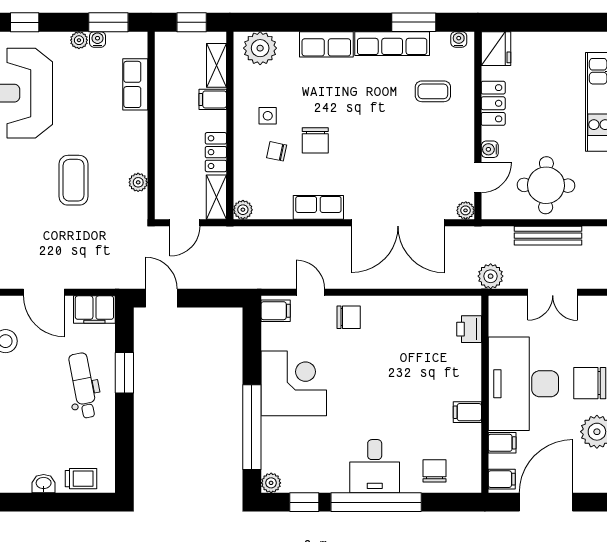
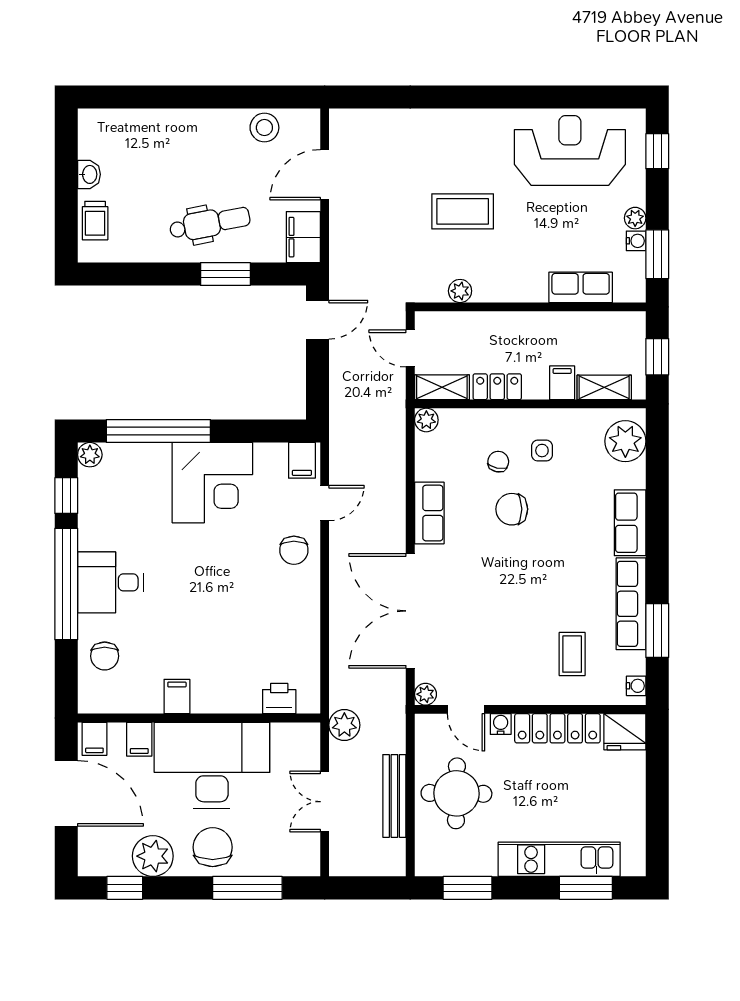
locker: (493, 103) -> (557, 728), width x1.53
chair: (435, 471) -> (105, 656), turned 90

